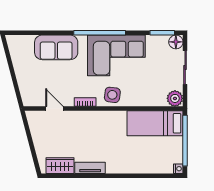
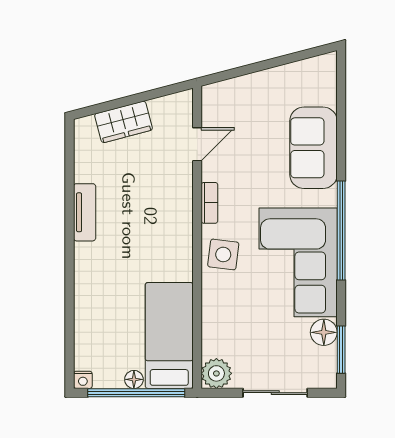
floor lamp: (176, 42) -> (324, 332), moved
floor lamp: (178, 142) -> (134, 379), added
wardrobe: (60, 166) -> (124, 122), moved, turned 75

